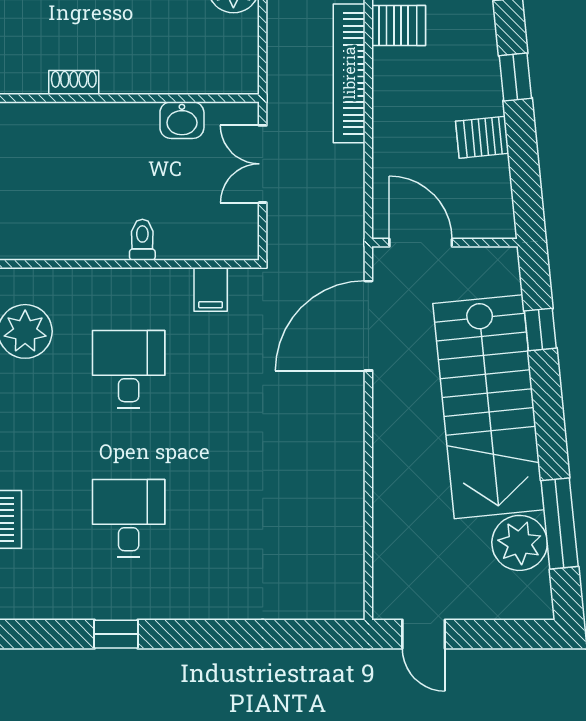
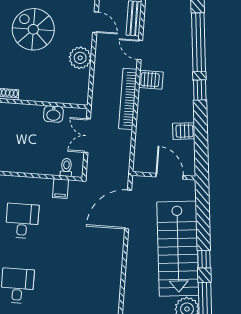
window: (515, 77) -> (200, 90), moved
toilet: (142, 240) -> (66, 167), moved
door: (421, 243) -> (169, 176), moved
window: (540, 330) -> (204, 259), moved

